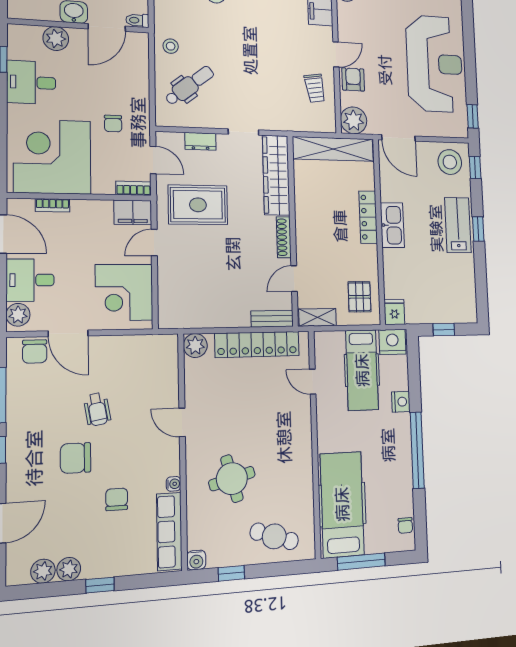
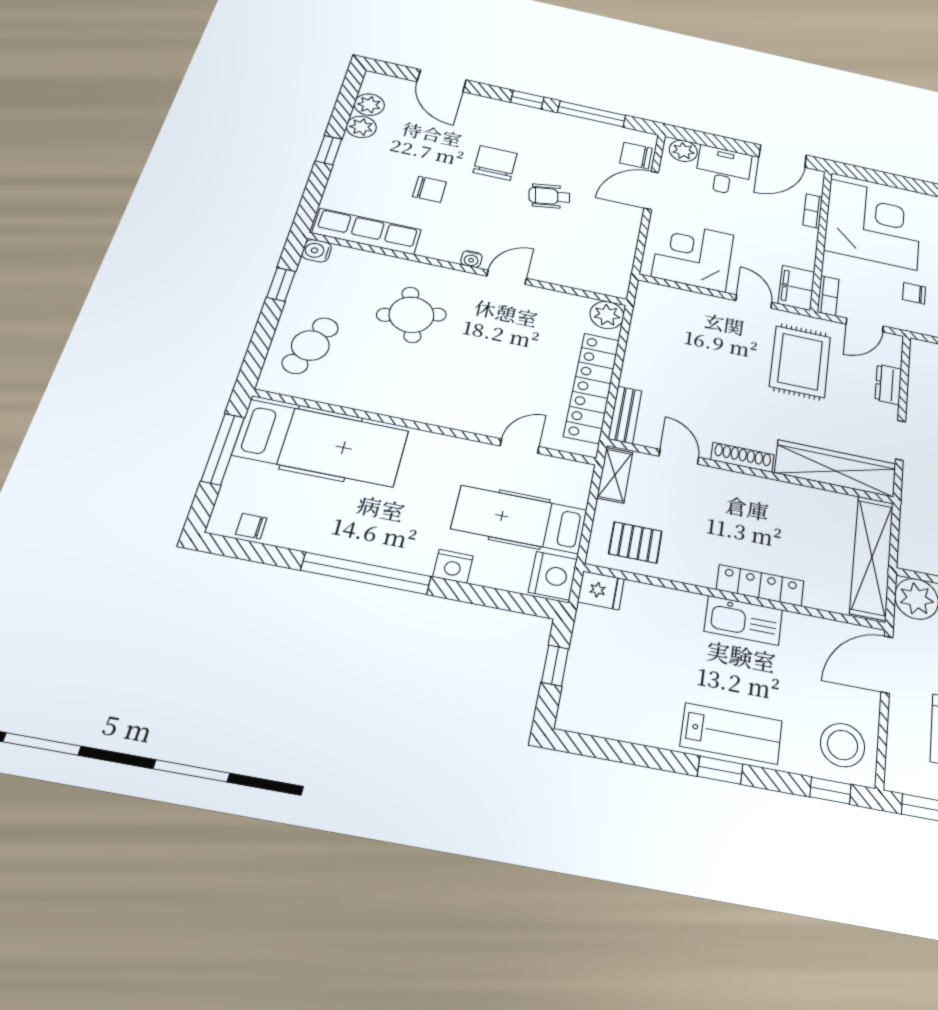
water cooler: (174, 484) -> (471, 259), moved

